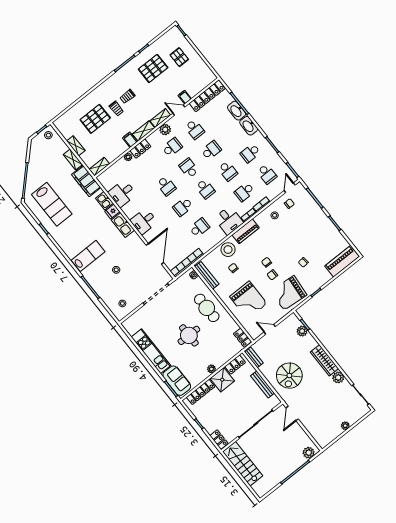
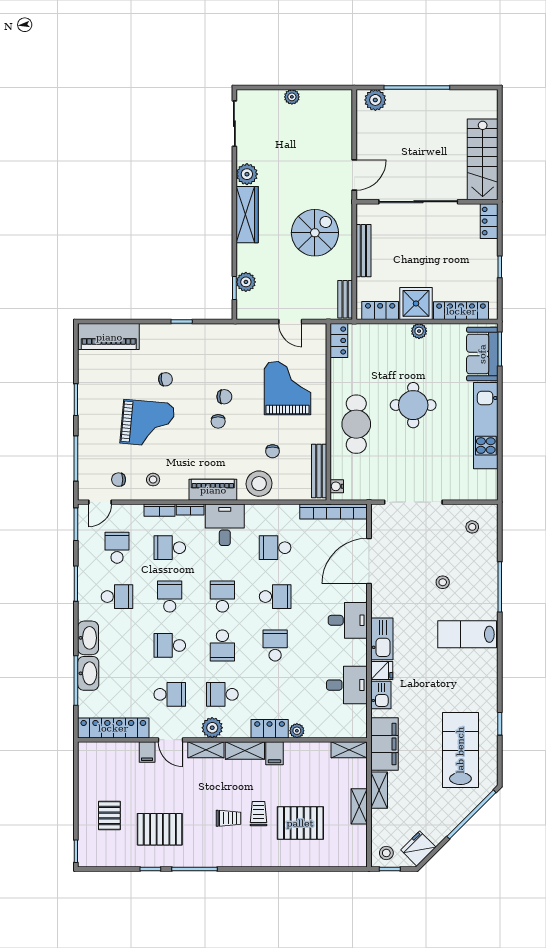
school desk: (195, 129) -> (170, 694), turned 90
fridge: (36, 148) -> (418, 849), added
school desk: (244, 192) -> (170, 548), turned 180
grand piano: (289, 293) -> (147, 423), moved

